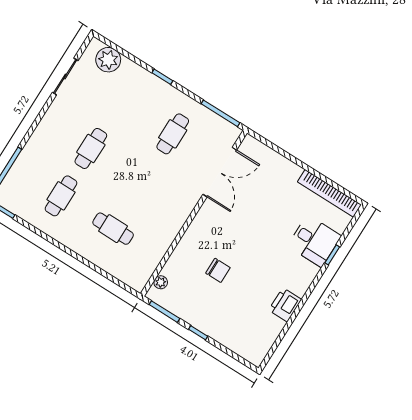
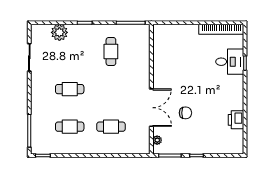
plant: (108, 60) -> (59, 32), moved
cafe table: (91, 148) -> (70, 89), turned 90
double door: (220, 172) -> (151, 108), moved
cafe table: (61, 196) -> (70, 127), turned 90
printer: (285, 305) -> (236, 120), moved

